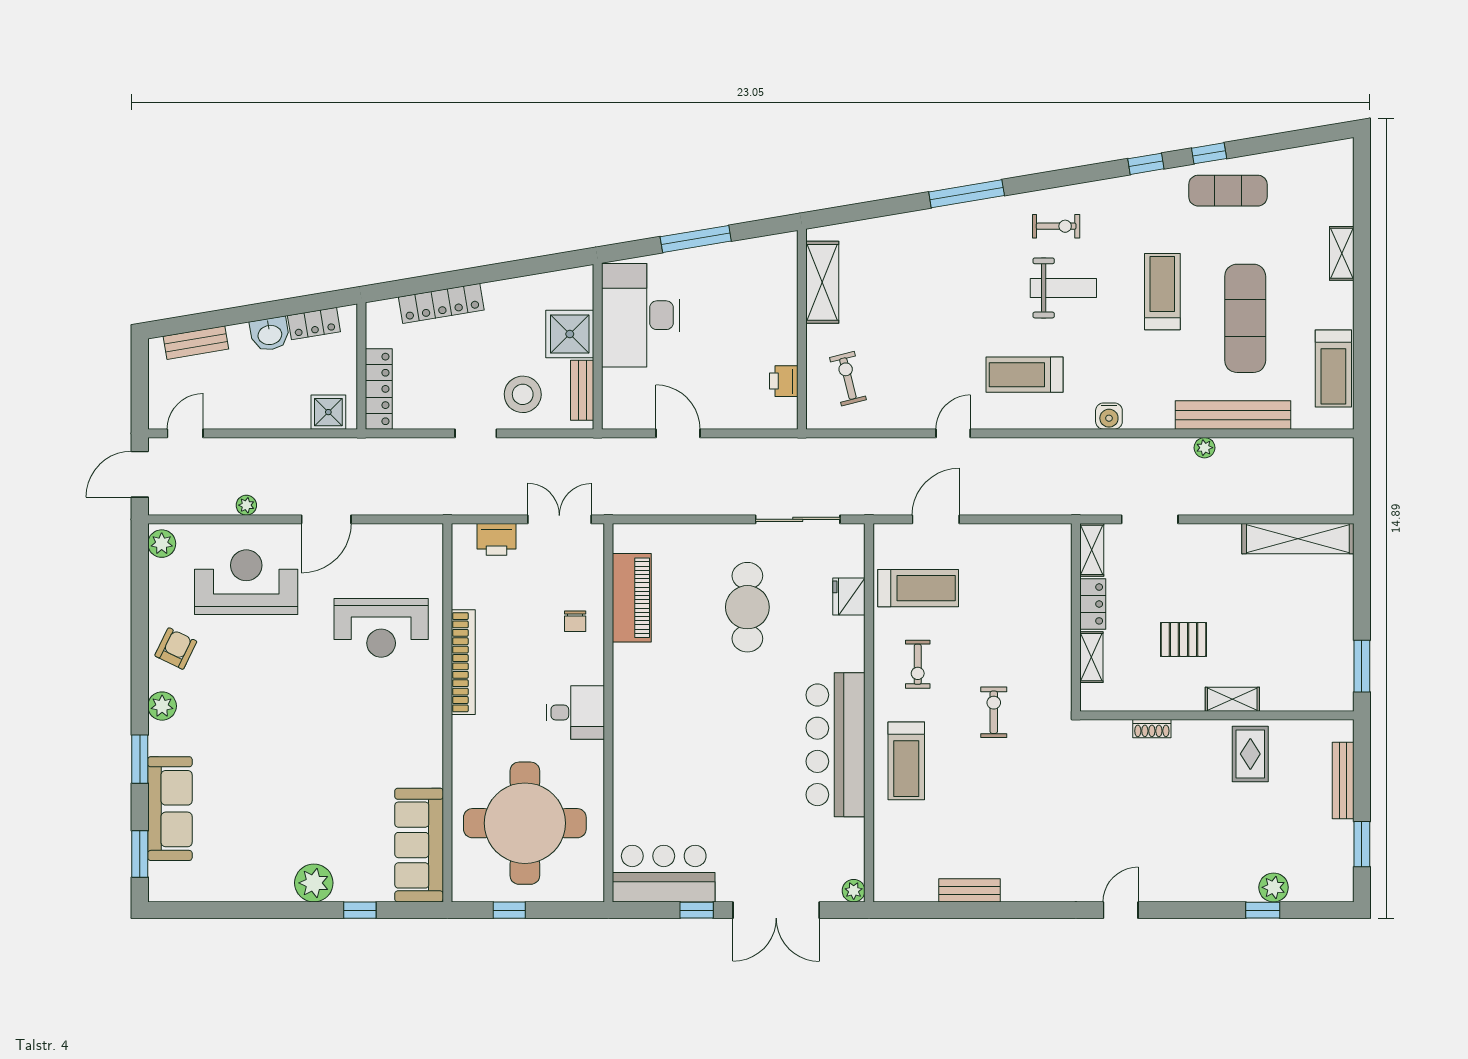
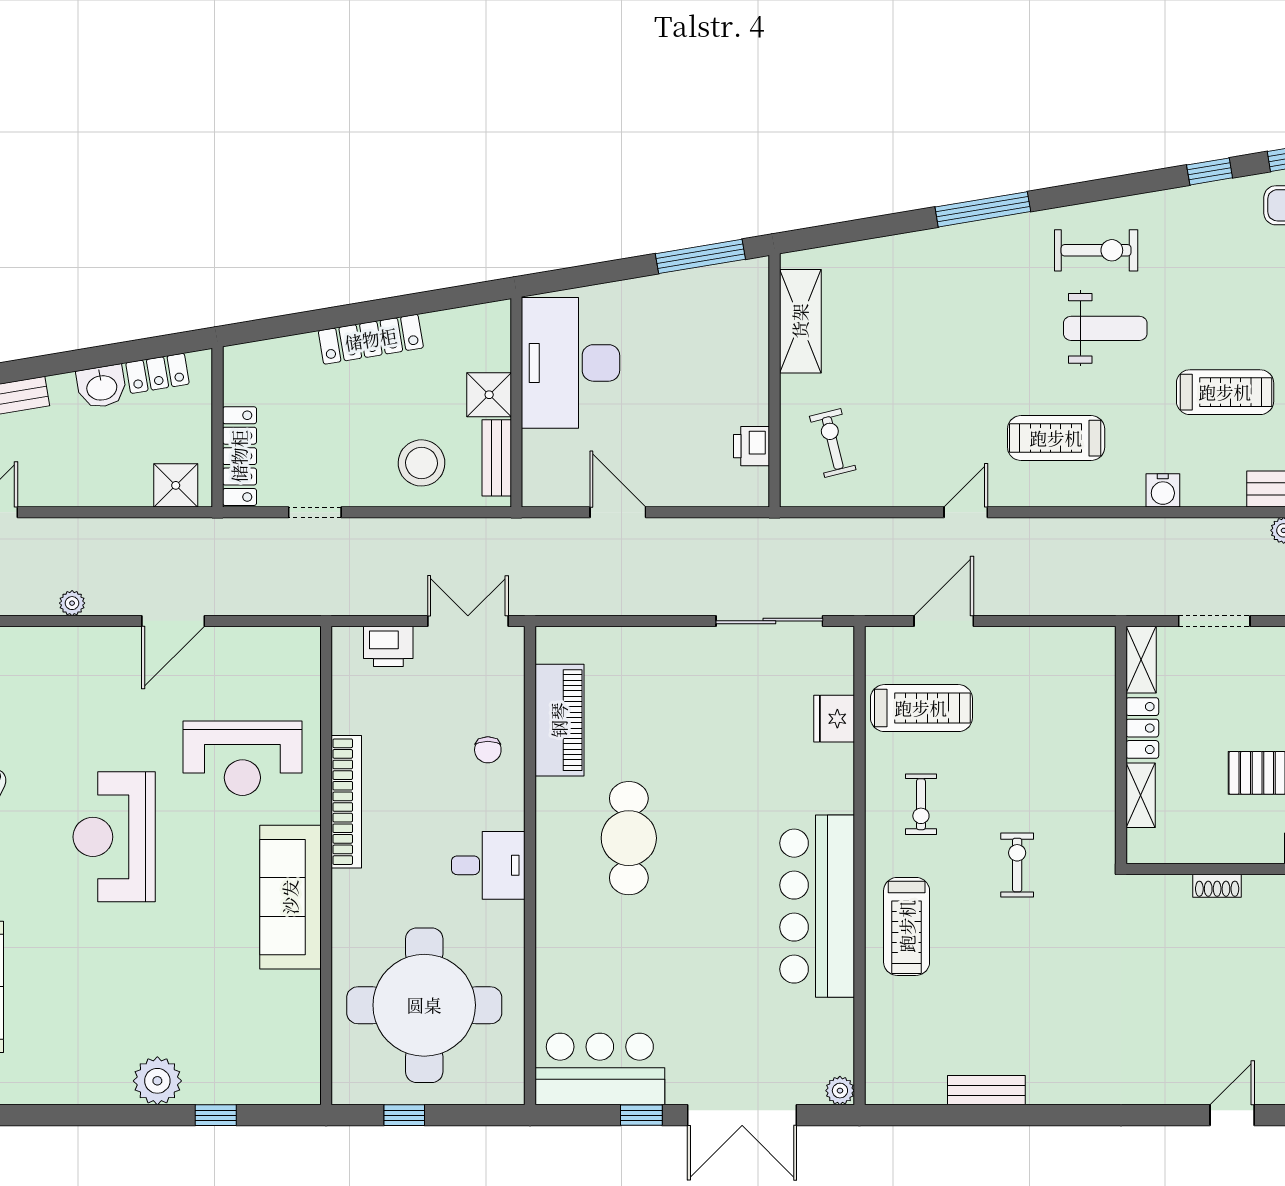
exercise bike: (1056, 226) -> (1096, 250), width x1.38, depth x1.39
window: (696, 239) -> (700, 256), moved
treadmill: (1162, 292) -> (1225, 392), moved, turned 90
locker: (441, 303) -> (371, 339), moved
shower: (570, 334) -> (489, 395), width x0.73, depth x0.73
doorway: (476, 433) -> (315, 512), moved
reception desk: (246, 582) -> (114, 837), moved, turned -90
cafe table: (747, 607) -> (629, 838), moved
sofa: (419, 845) -> (290, 897), moved
door: (1121, 910) -> (1232, 1115), moved

